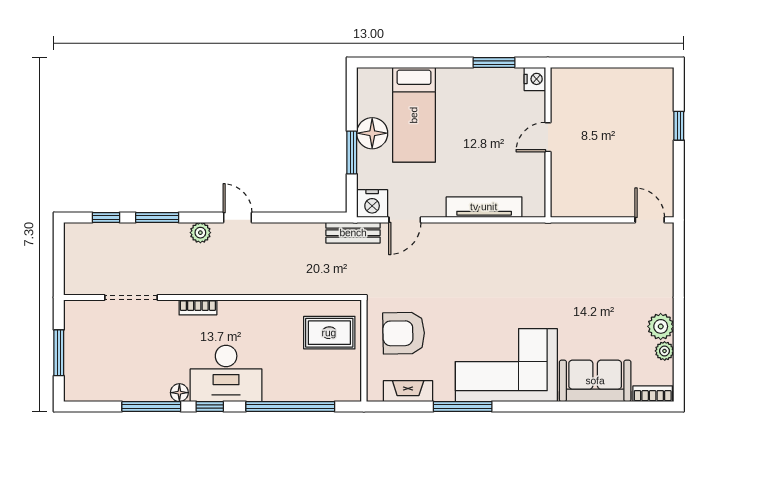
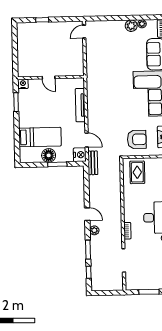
door: (238, 217) -> (87, 214), swing flipped
armchair: (404, 333) -> (137, 139), turned -89

